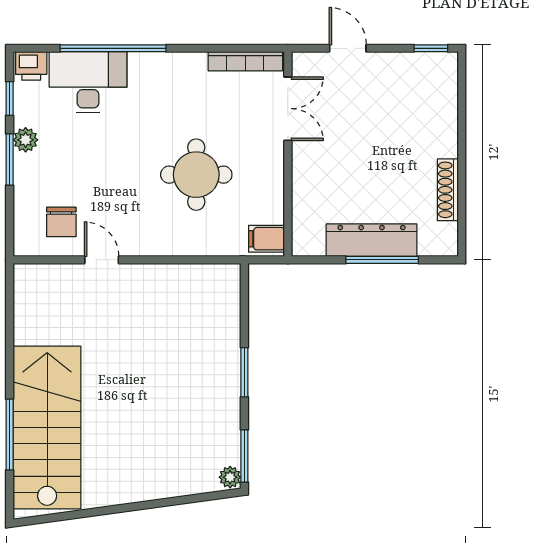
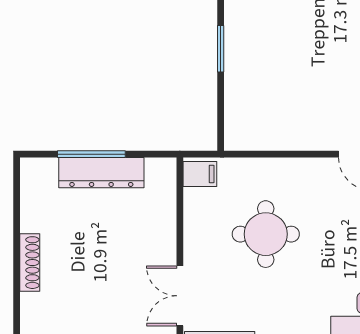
shoe rack: (448, 190) -> (30, 263), moved

